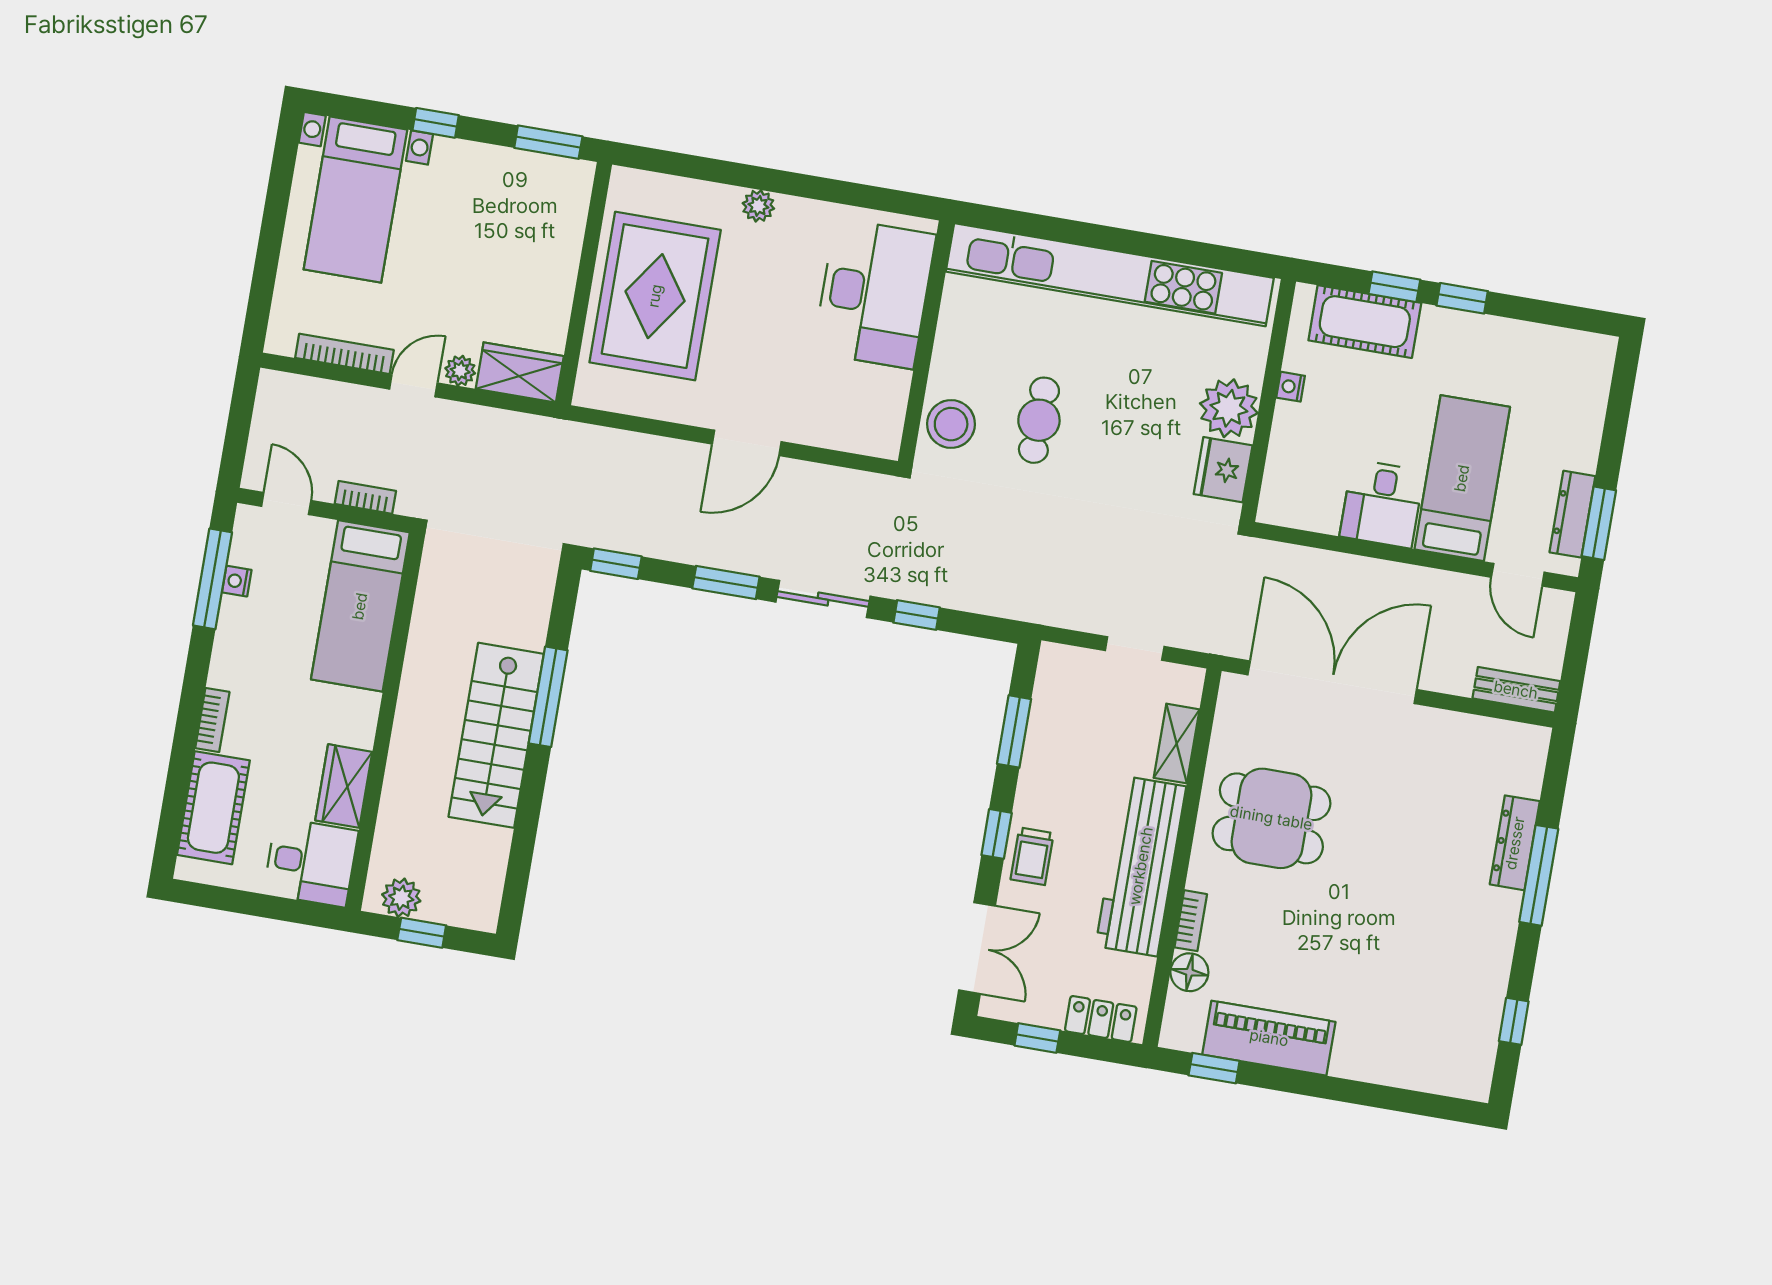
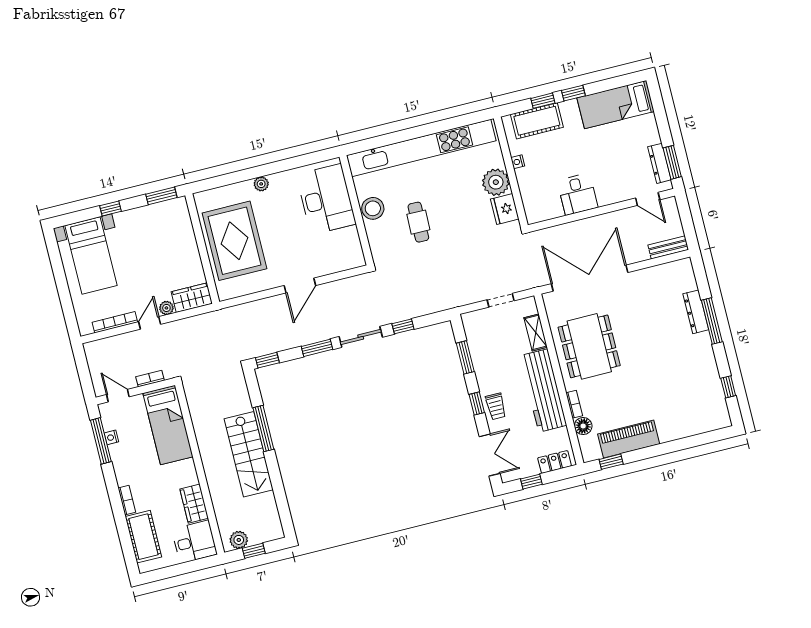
stool: (951, 424) -> (373, 208), moved
bed: (1462, 478) -> (616, 105), moved, turned -90
dining table: (1271, 818) -> (589, 346), width x1.38

